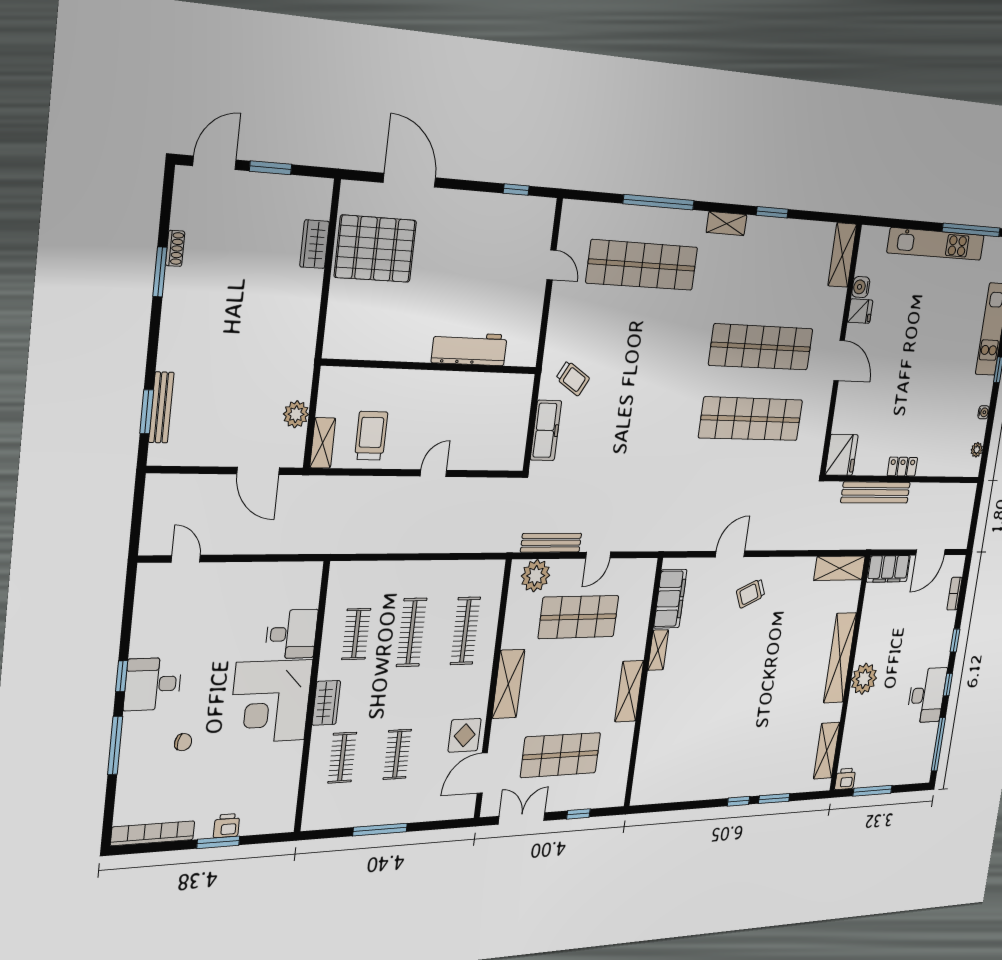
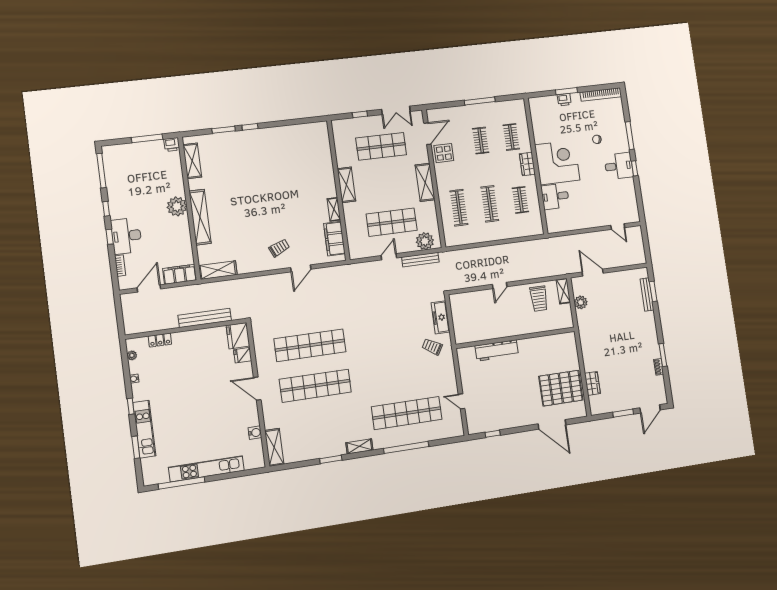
fridge: (860, 311) -> (243, 355), moved
locker: (902, 467) -> (160, 340), moved
desk: (927, 695) -> (126, 236), moved

